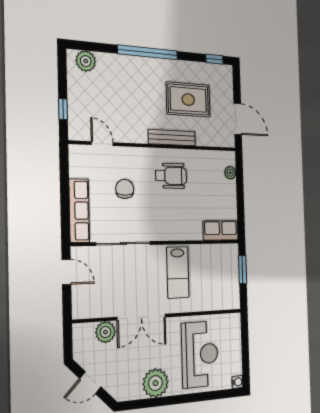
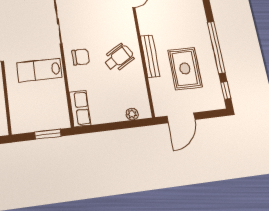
window: (148, 52) -> (216, 47), moved
wheelchair: (171, 176) -> (119, 58), turned -121
chair: (125, 189) -> (81, 57), moved

